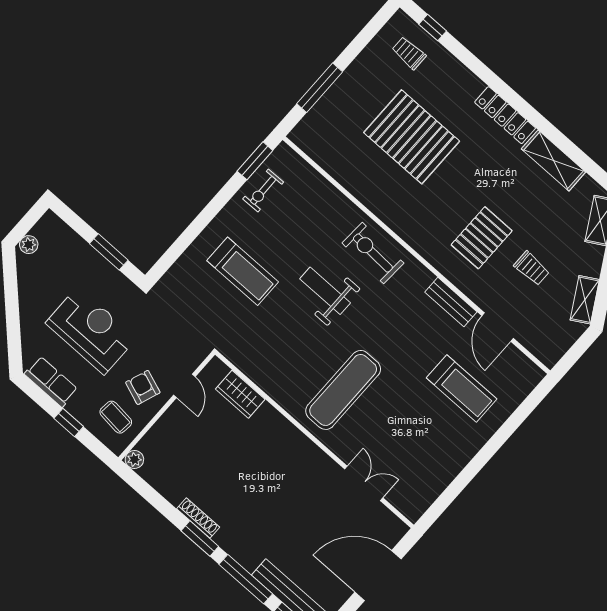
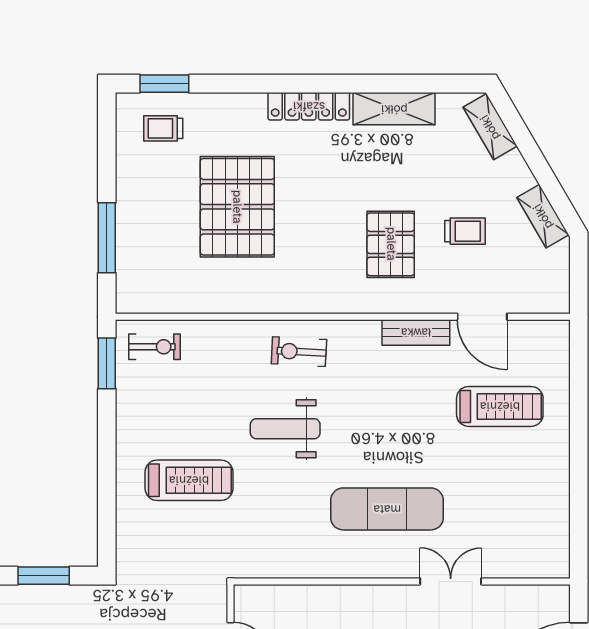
window: (433, 28) -> (164, 84), width x1.50
pallet: (412, 137) -> (237, 207), turned 90
exercise bike: (263, 190) -> (154, 347), moved, turned -89
exercise bike: (373, 253) -> (299, 352), width x0.73, depth x0.72
exercise mat: (343, 390) -> (387, 509), turned 90
wardrobe: (240, 394) -> (291, 601), removed
double door: (364, 483) -> (451, 581), moved

